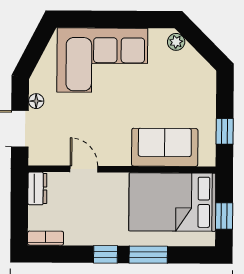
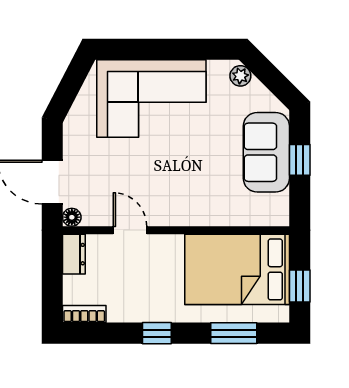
floor lamp: (36, 101) -> (72, 217), moved
window: (225, 131) -> (300, 160), moved
sofa: (165, 147) -> (266, 152), moved, turned -90
window: (148, 255) -> (234, 333), moved

